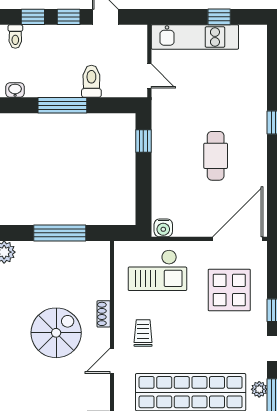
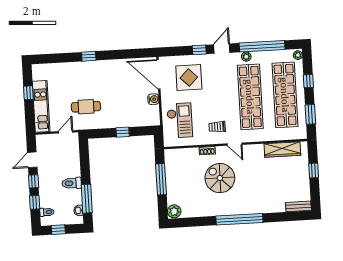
toilet: (91, 81) -> (72, 183), moved
window: (62, 105) -> (87, 199), moved
window: (143, 141) -> (123, 132), moved
cafe table: (216, 156) -> (86, 107), moved
water cooler: (163, 228) -> (153, 99), moved

